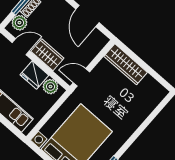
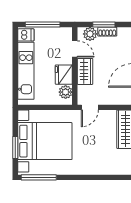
door: (81, 77) -> (90, 107), swing flipped

